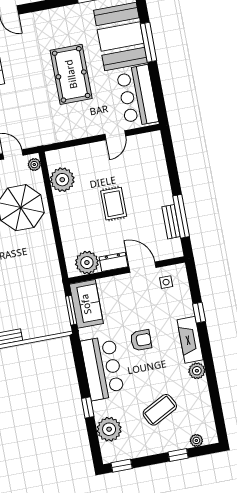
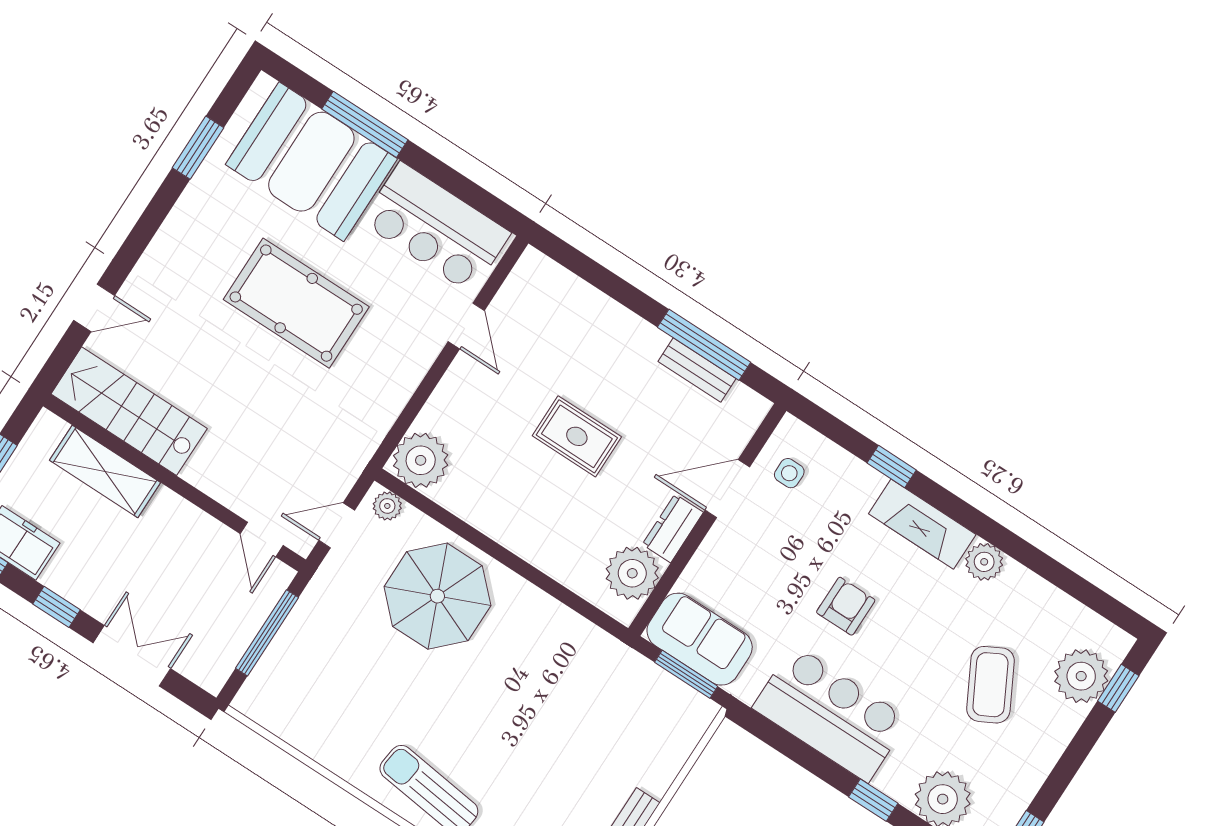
plant: (62, 180) -> (421, 460), moved
plant: (196, 440) -> (1081, 676), width x1.88, depth x1.88
window: (178, 455) -> (1118, 688), moved

